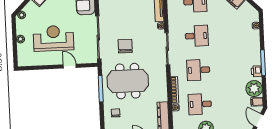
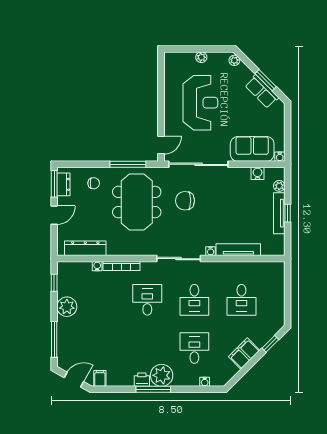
chair: (125, 46) -> (185, 201), turned 180
door: (70, 66) -> (161, 145), moved
plant: (254, 89) -> (162, 375), moved
desk: (200, 104) -> (194, 348), moved

